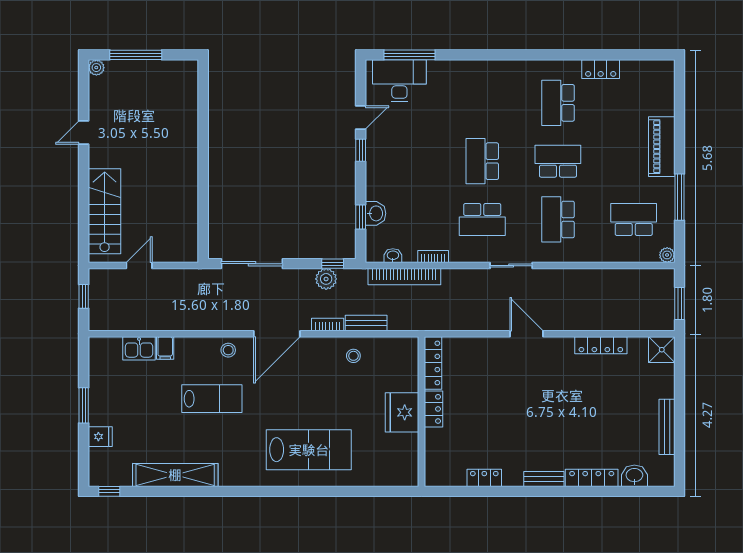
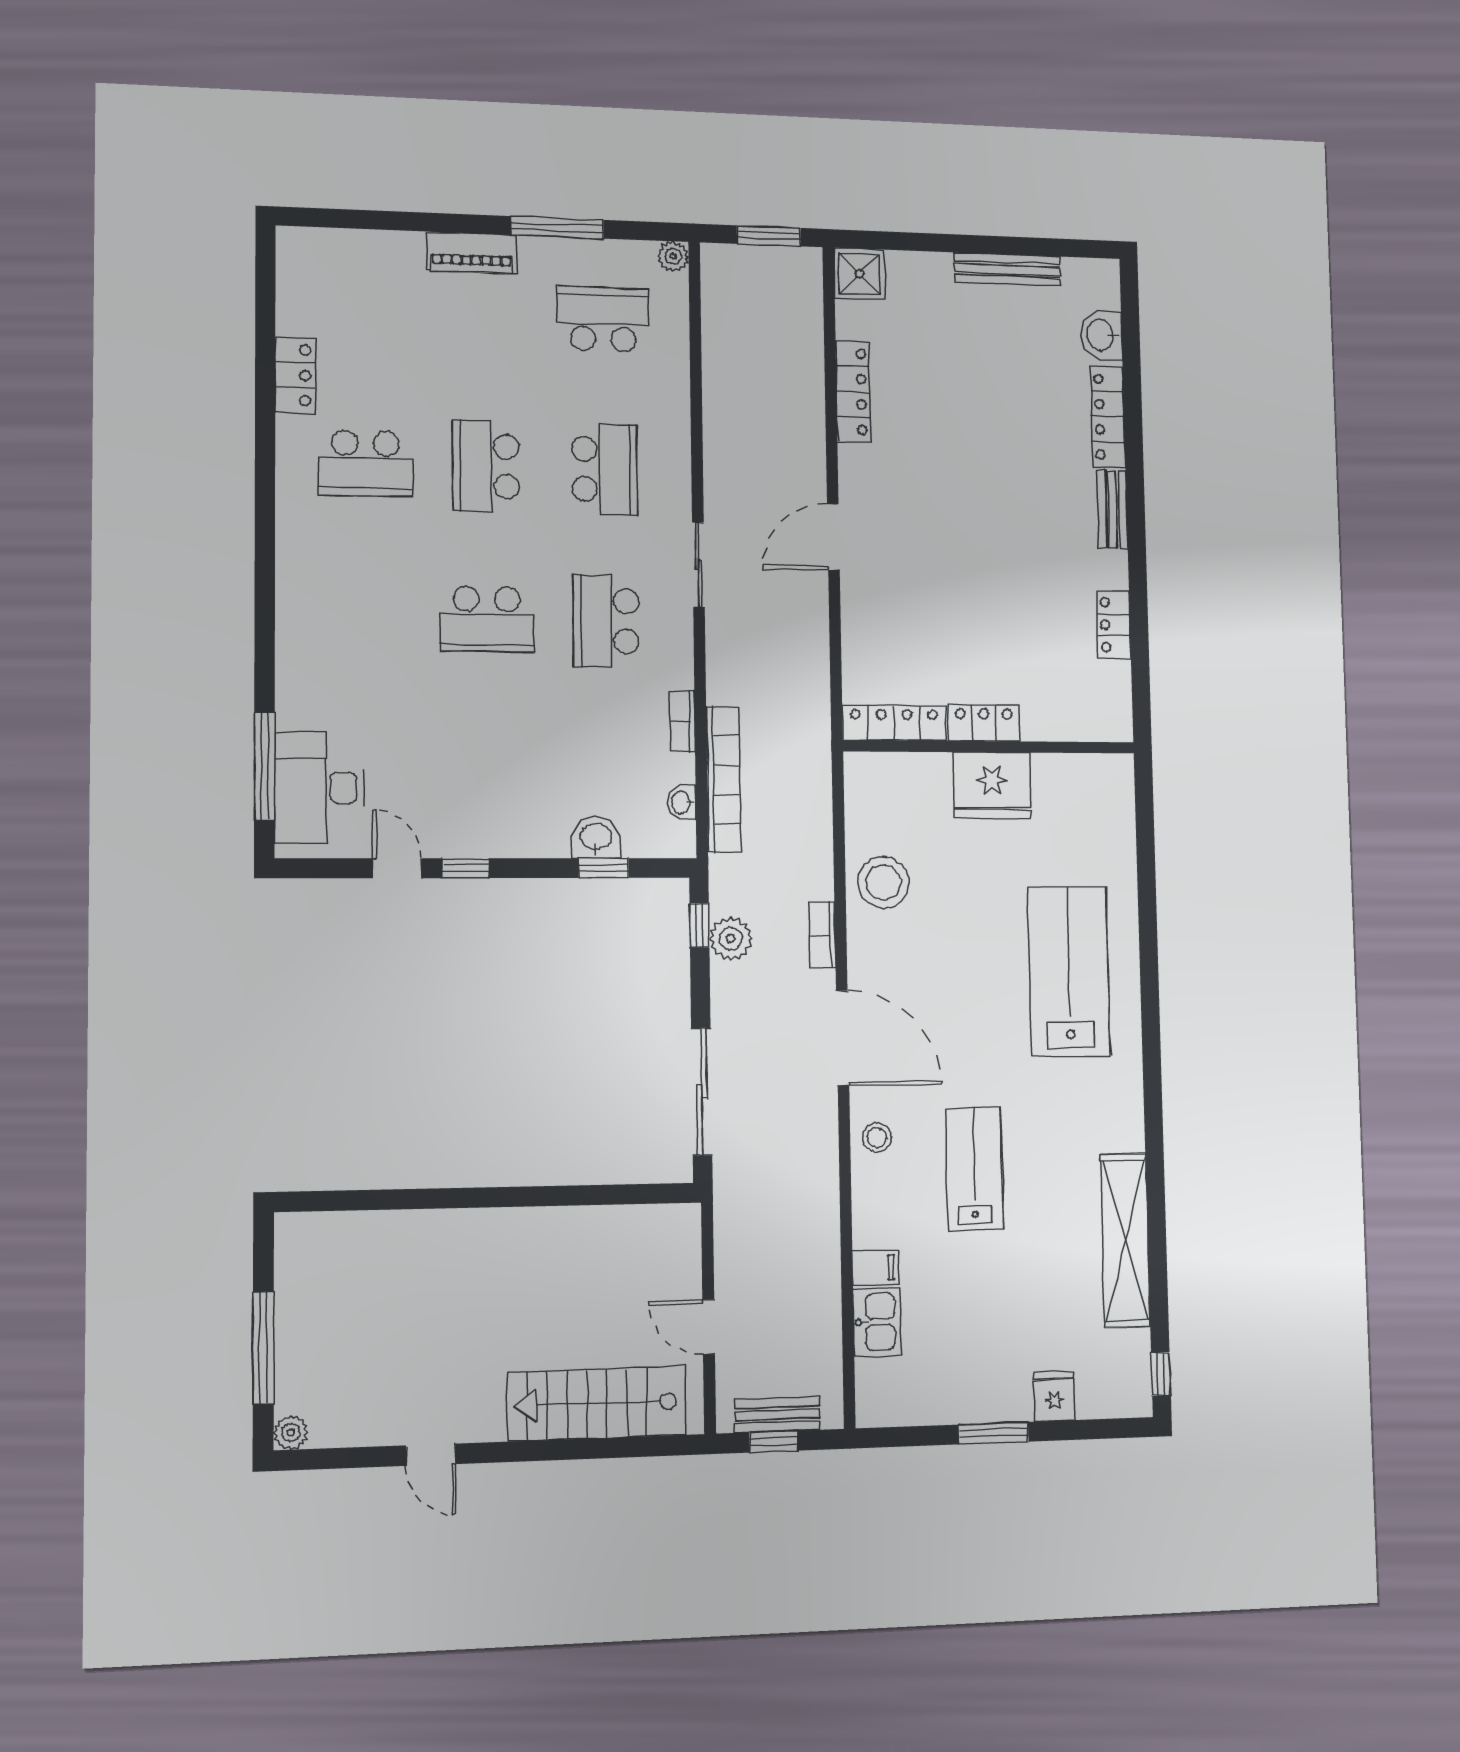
piano: (662, 147) -> (471, 253), width x0.73, depth x0.75
school desk: (482, 219) -> (606, 621), turned 180
school desk: (558, 219) -> (605, 469), turned -90
school desk: (634, 219) -> (603, 319), turned 90
bench: (366, 323) -> (777, 1415), moved, turned 90
stool: (353, 356) -> (883, 882), width x1.89, depth x1.89

